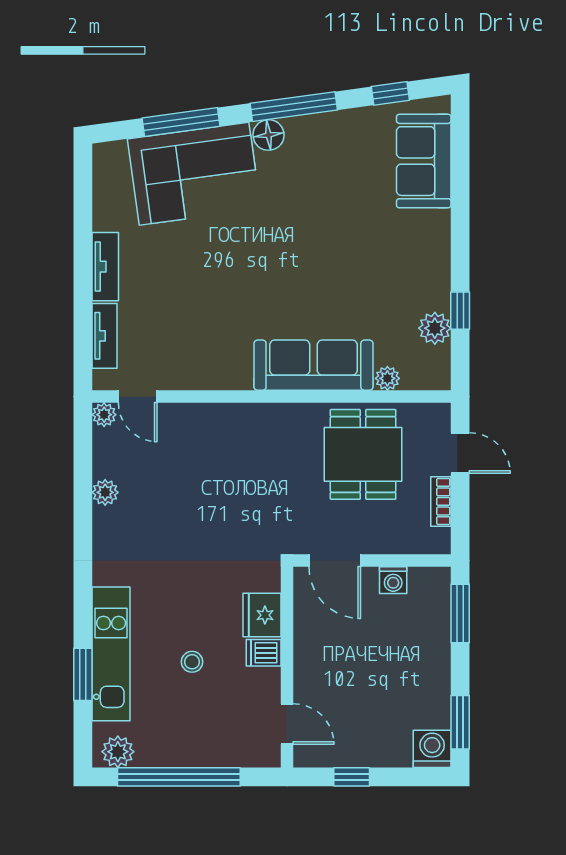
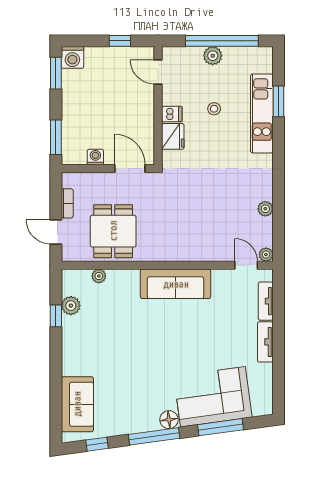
sofa: (313, 365) -> (176, 284), moved
plant: (118, 752) -> (213, 56), moved

